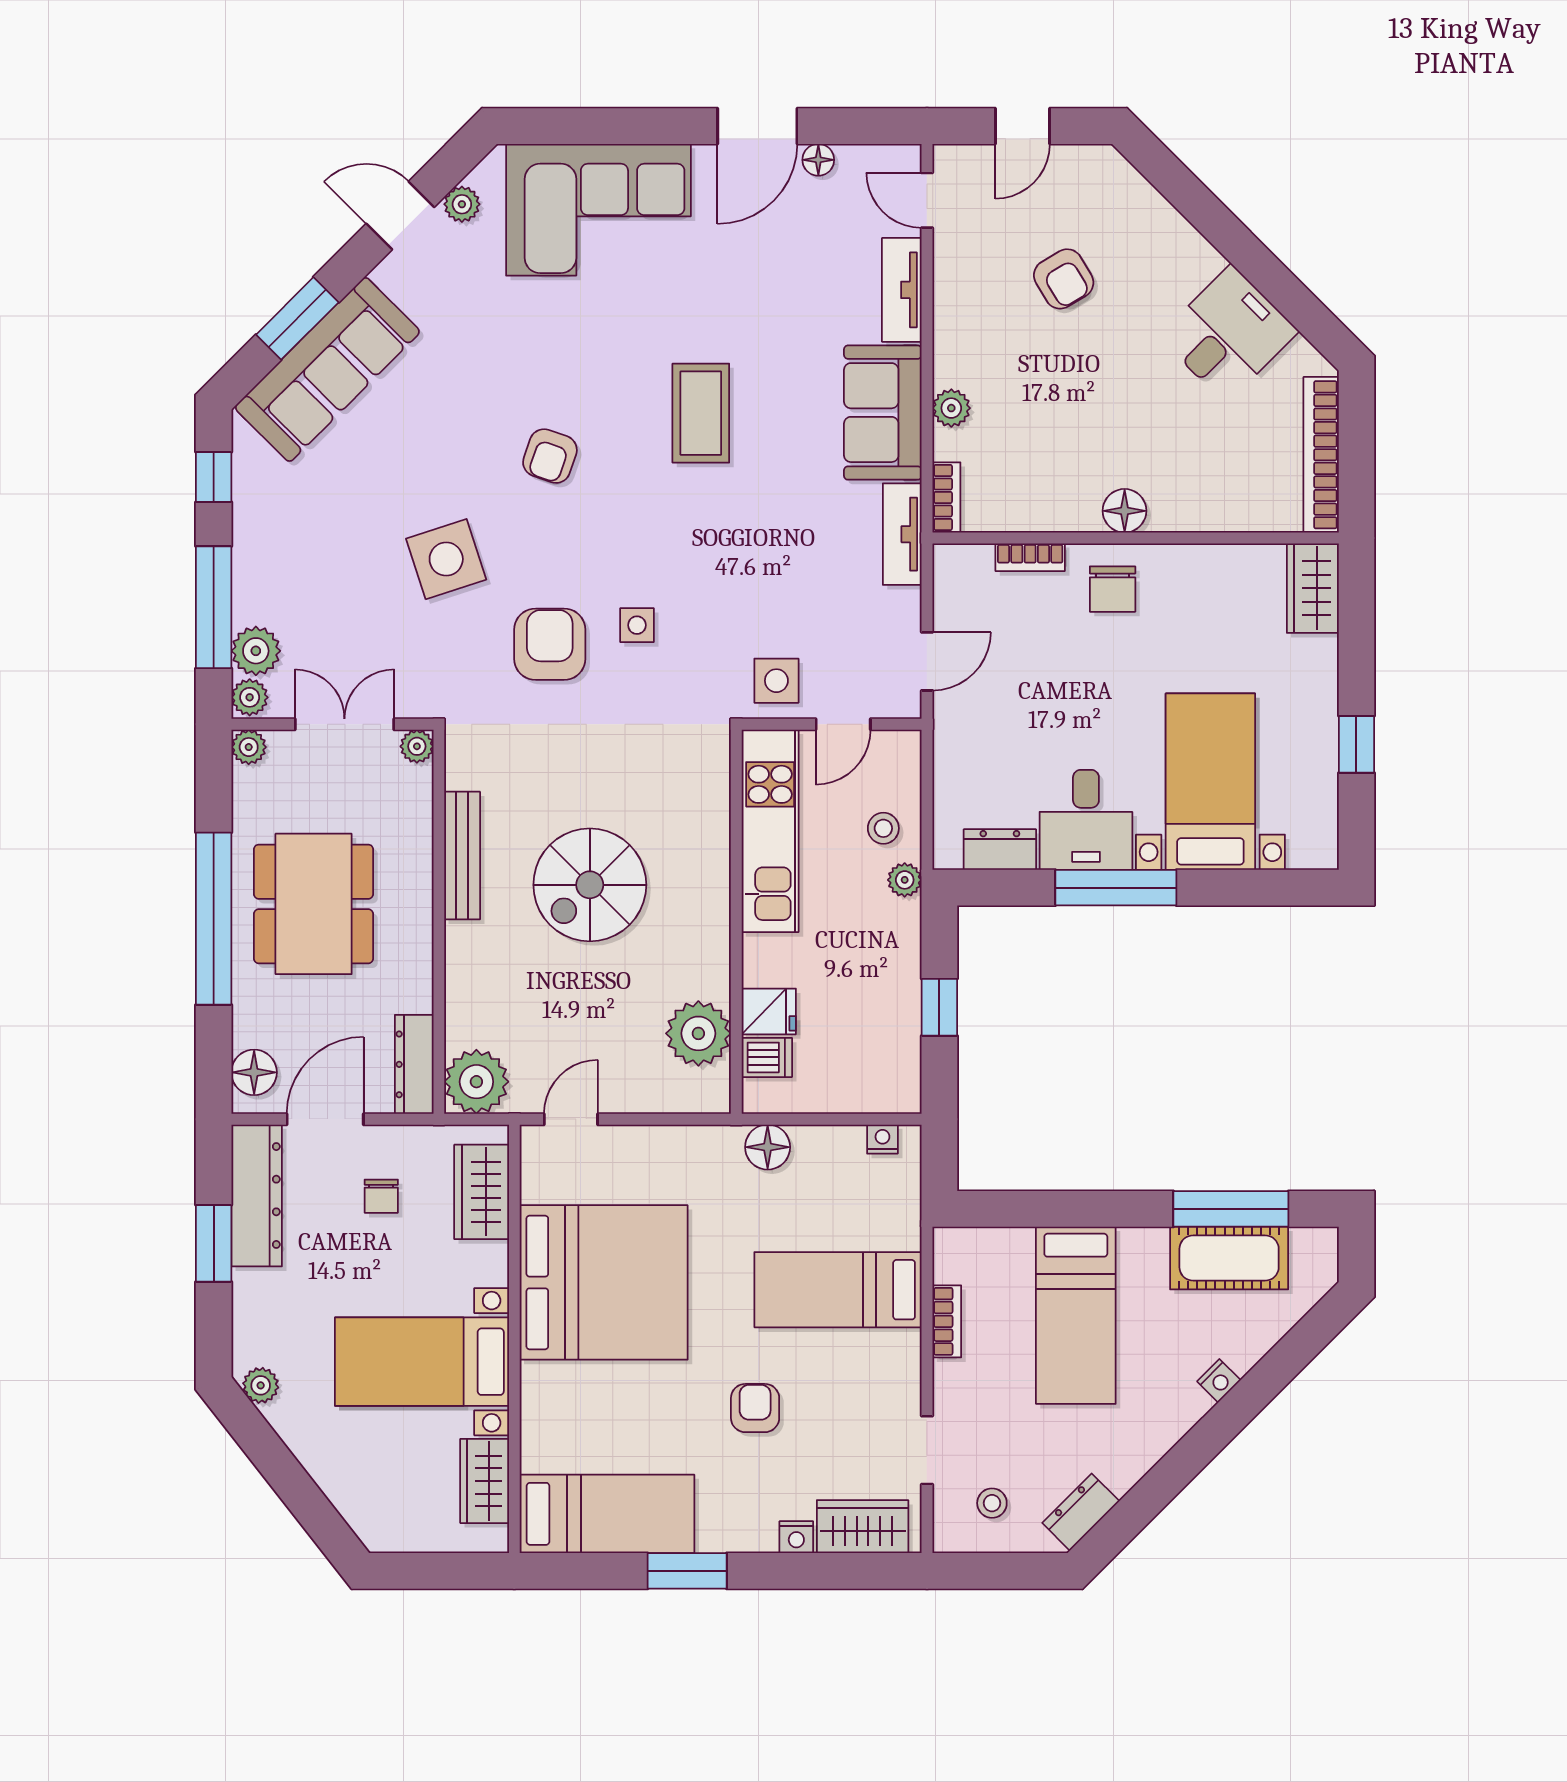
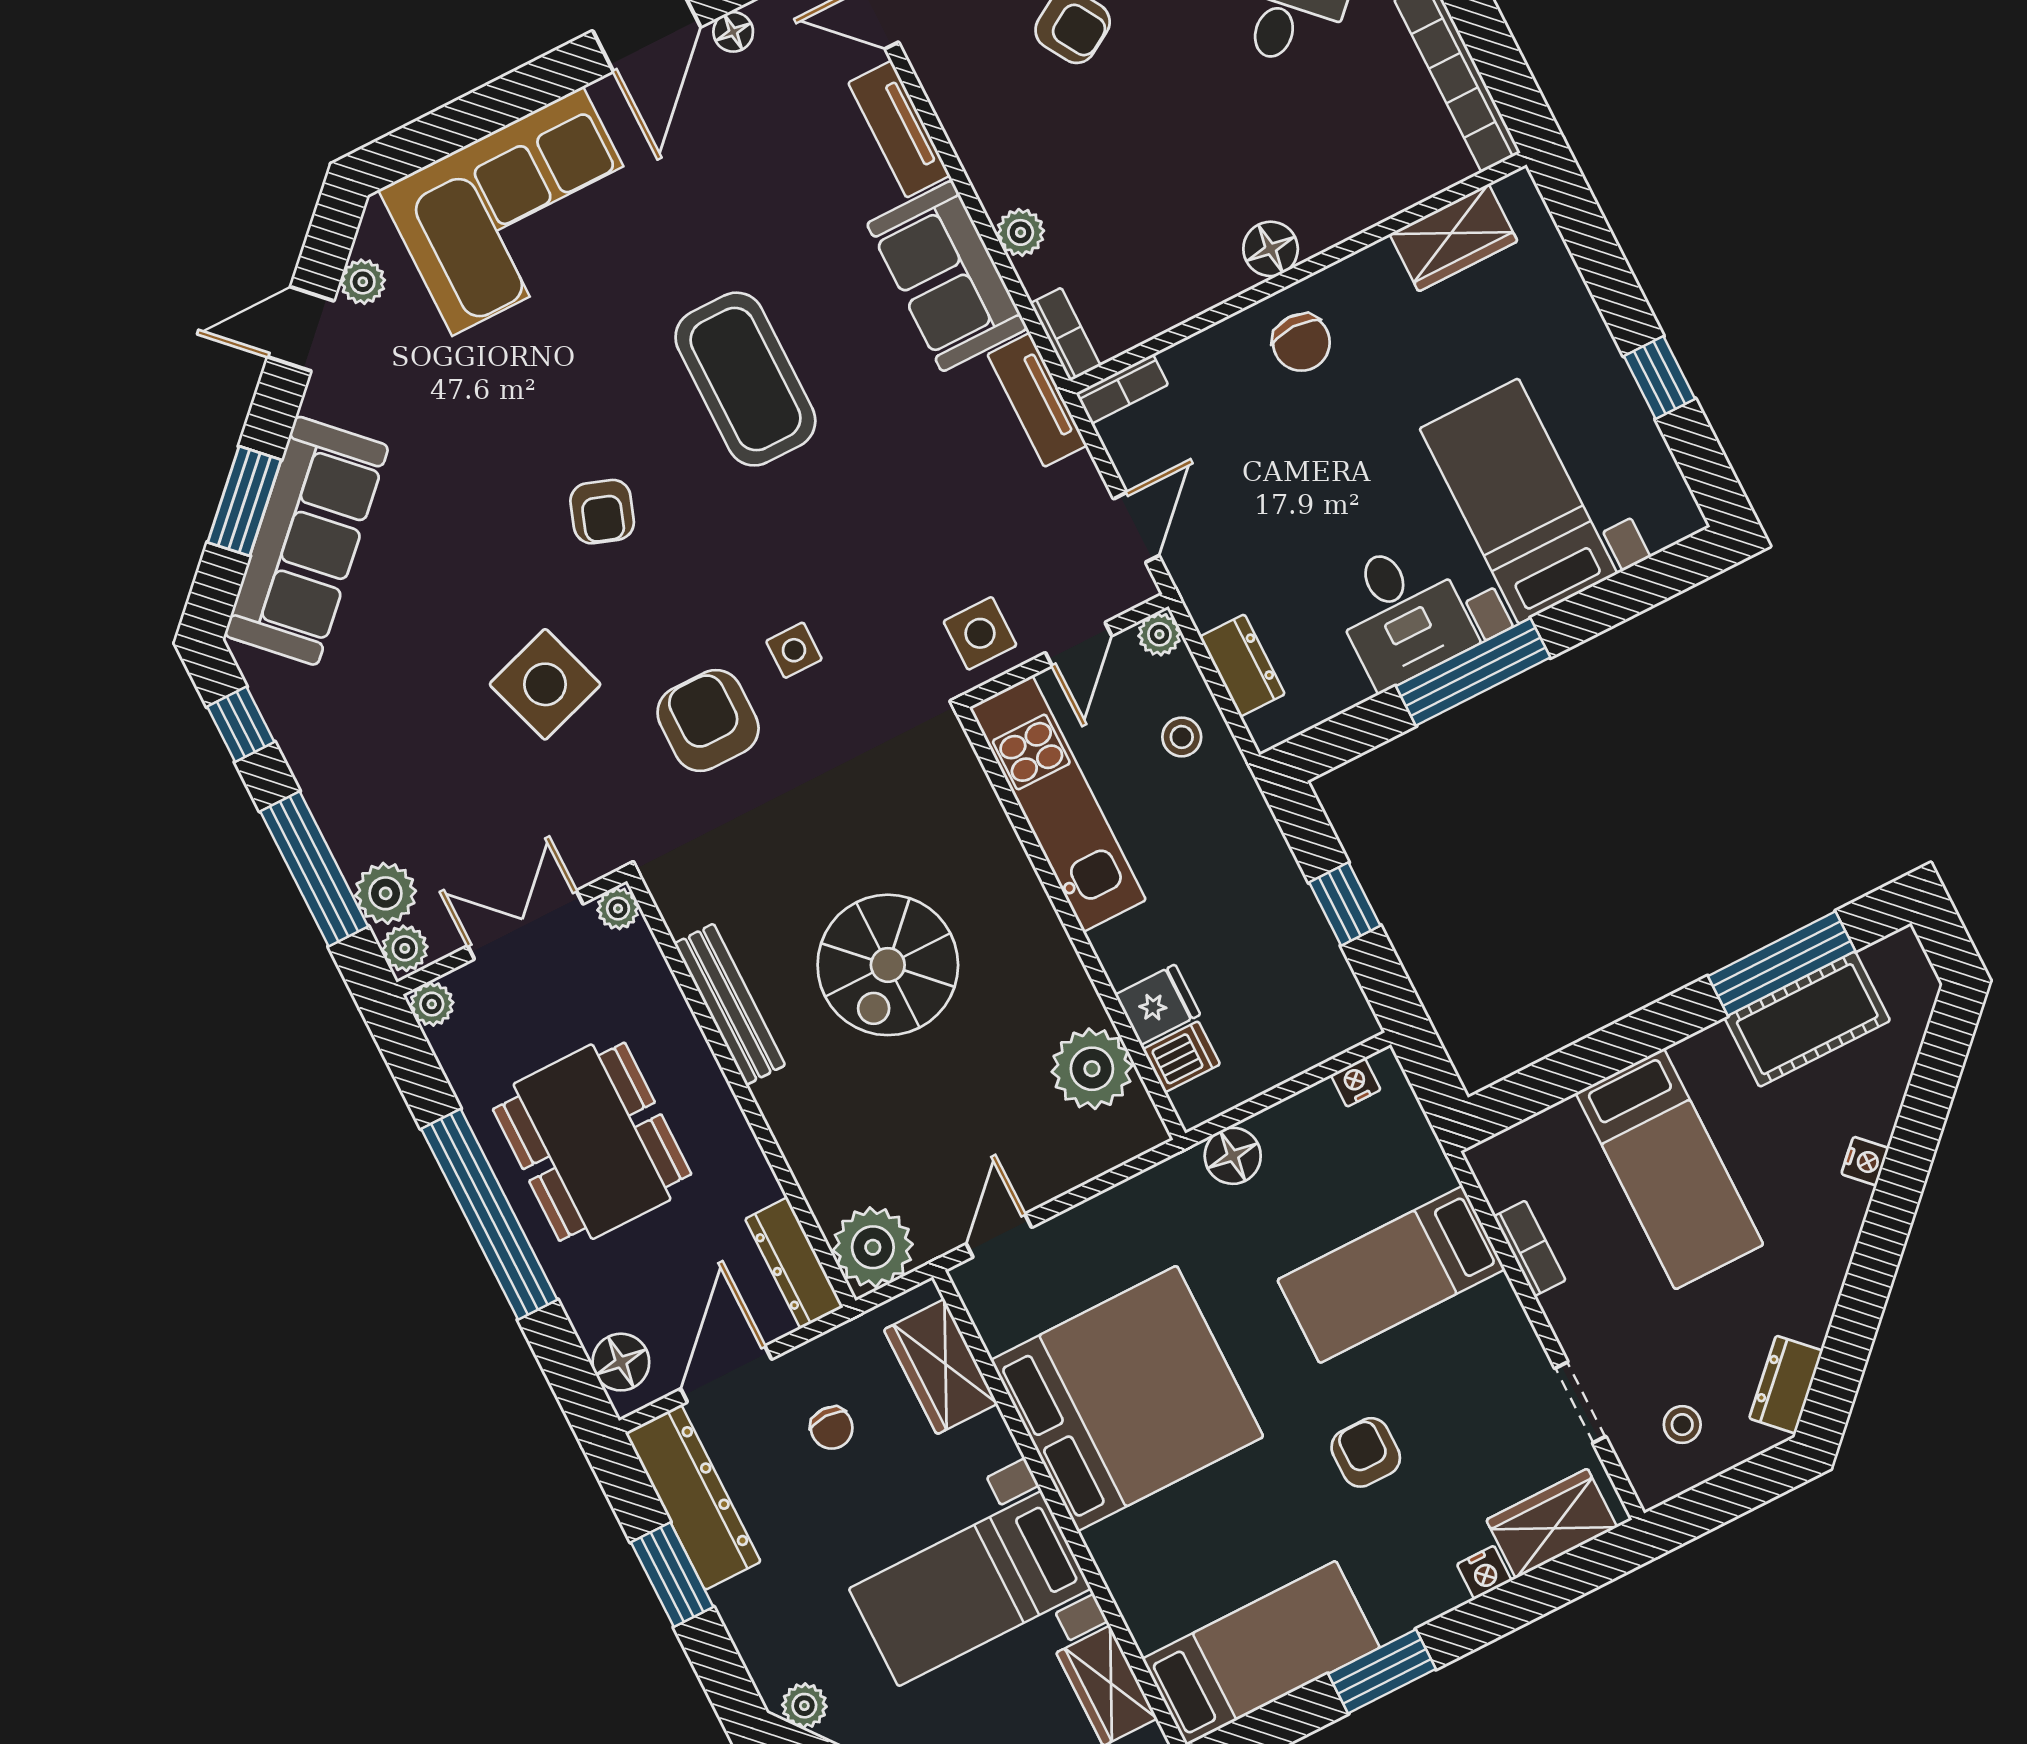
coffee table: (701, 413) -> (745, 379), width x1.36, depth x1.32
bookcase: (1030, 557) -> (1122, 389), moved
wardrobe: (1313, 588) -> (1453, 238), moved, turned -90
dresser: (1000, 850) -> (1242, 666), moved, turned 90
plant: (905, 880) -> (1159, 634), moved

